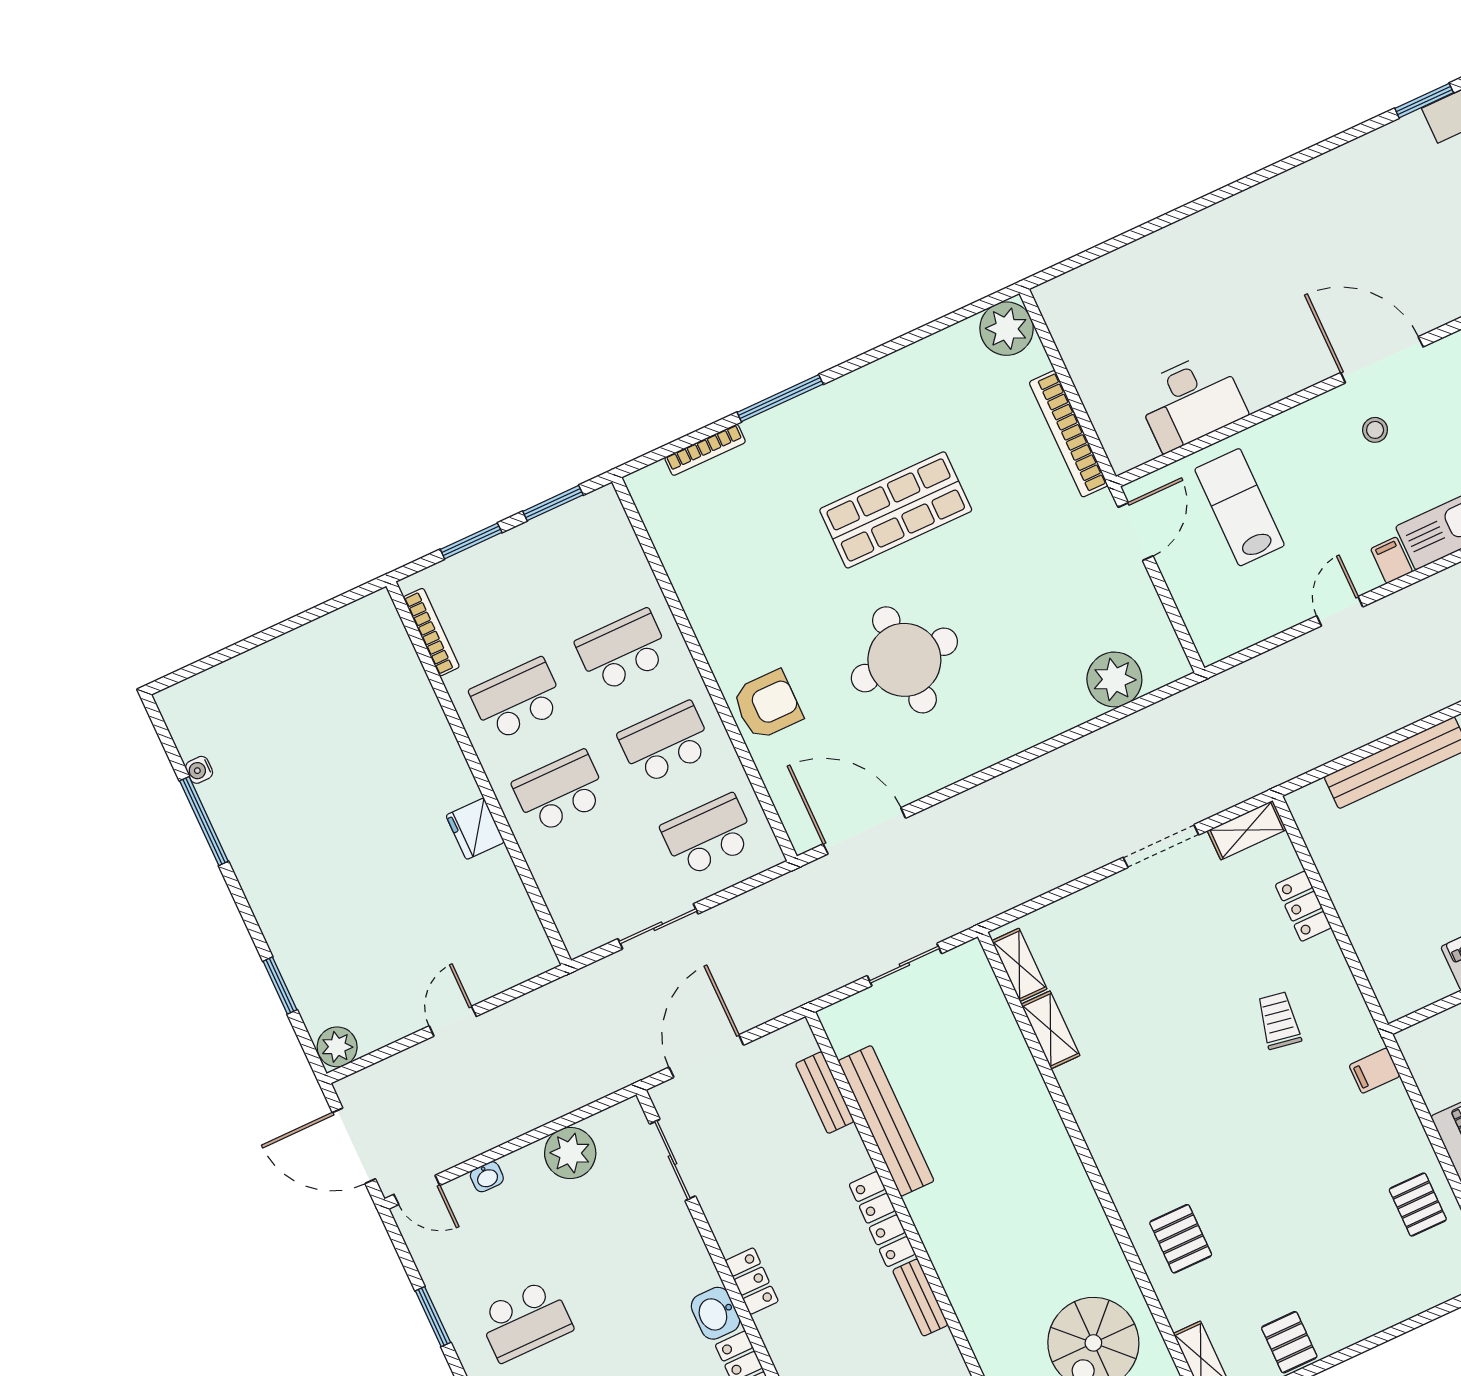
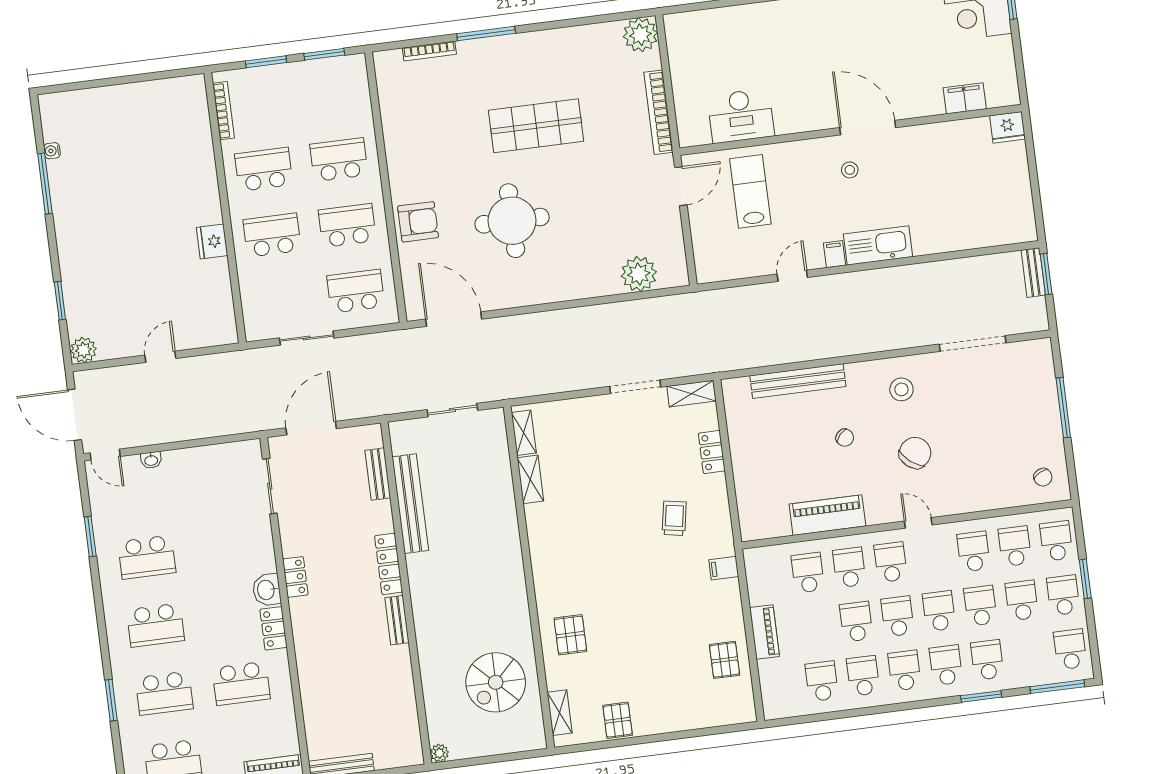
plant: (570, 1153) -> (208, 462), removed

